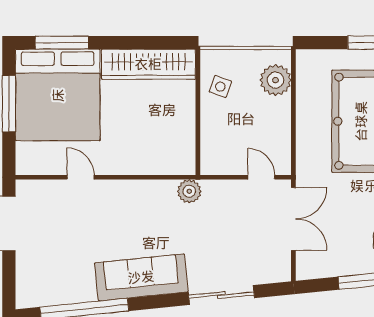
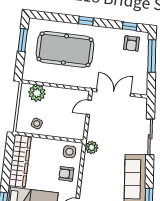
armchair: (136, 151) -> (66, 174), added
side table: (176, 152) -> (69, 152), added

